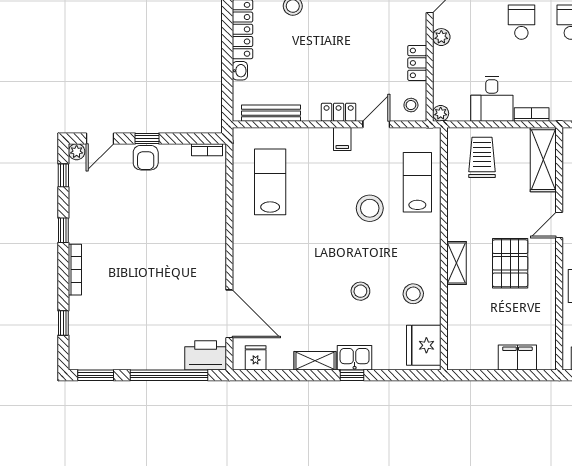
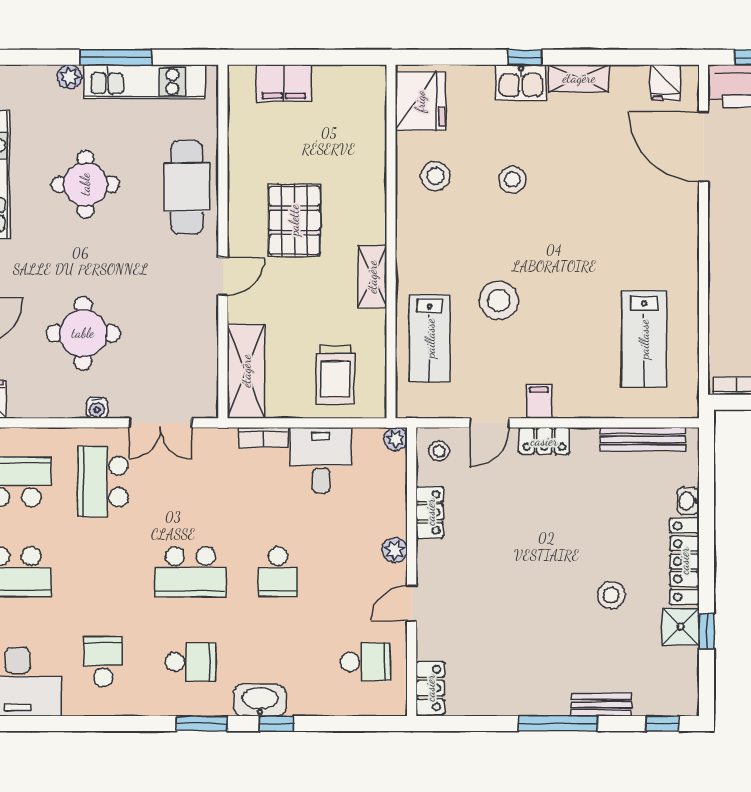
shelving: (457, 263) -> (372, 277), moved

